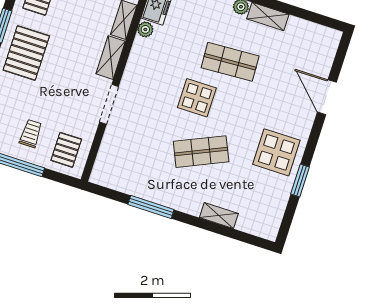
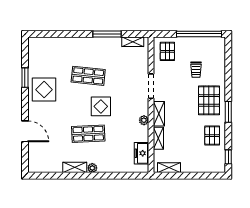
plant: (145, 29) -> (144, 120), moved
trolley: (31, 133) -> (196, 70), moved
shop shelf: (201, 152) -> (88, 76), turned 30
shelving: (219, 216) -> (133, 42), moved

